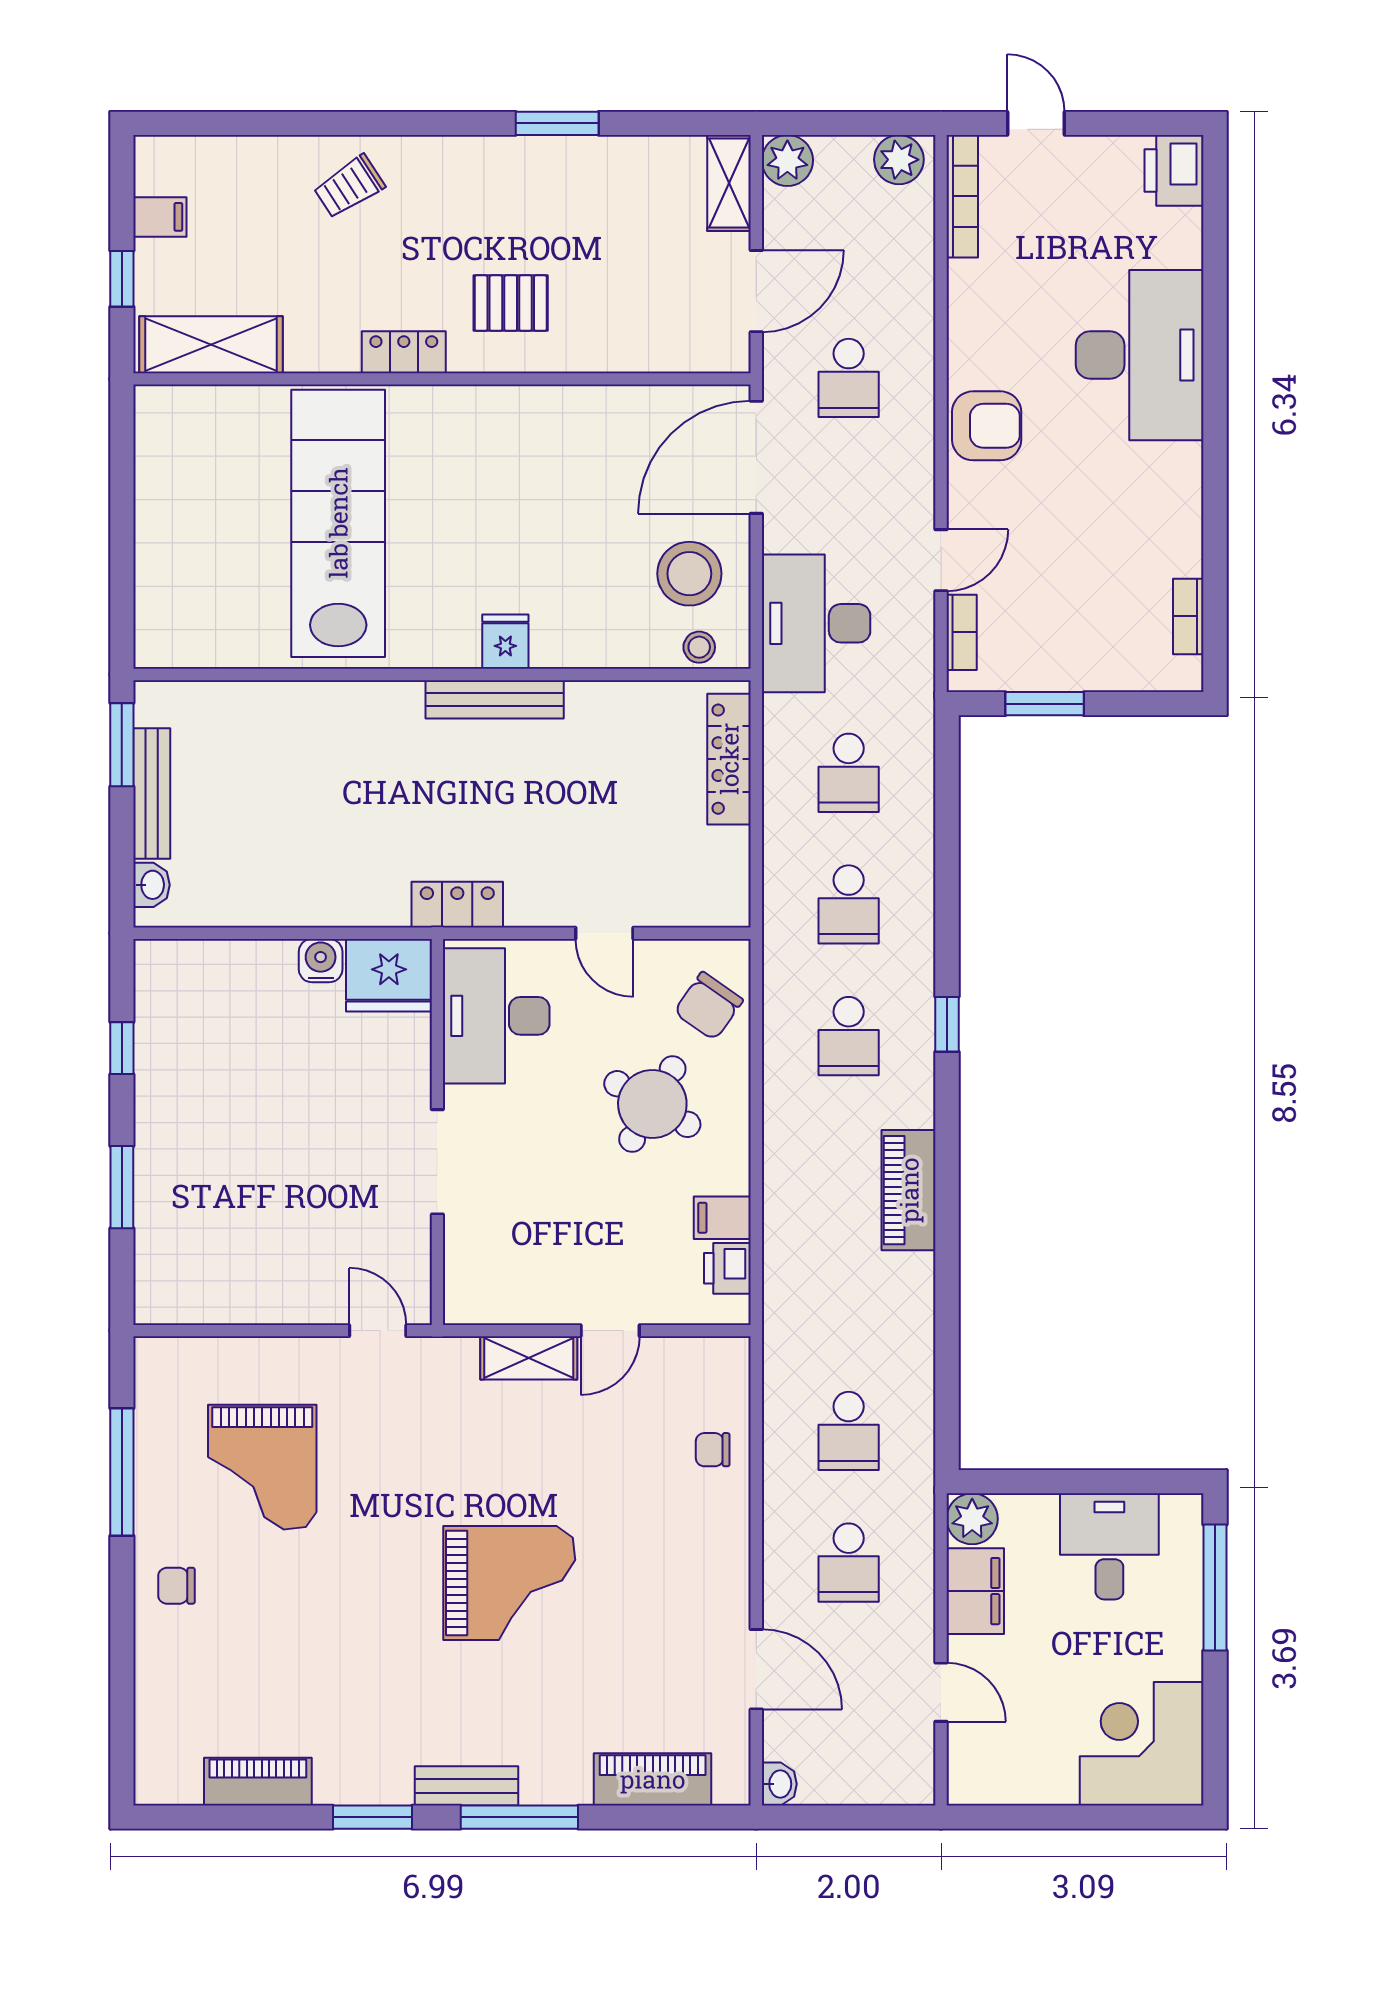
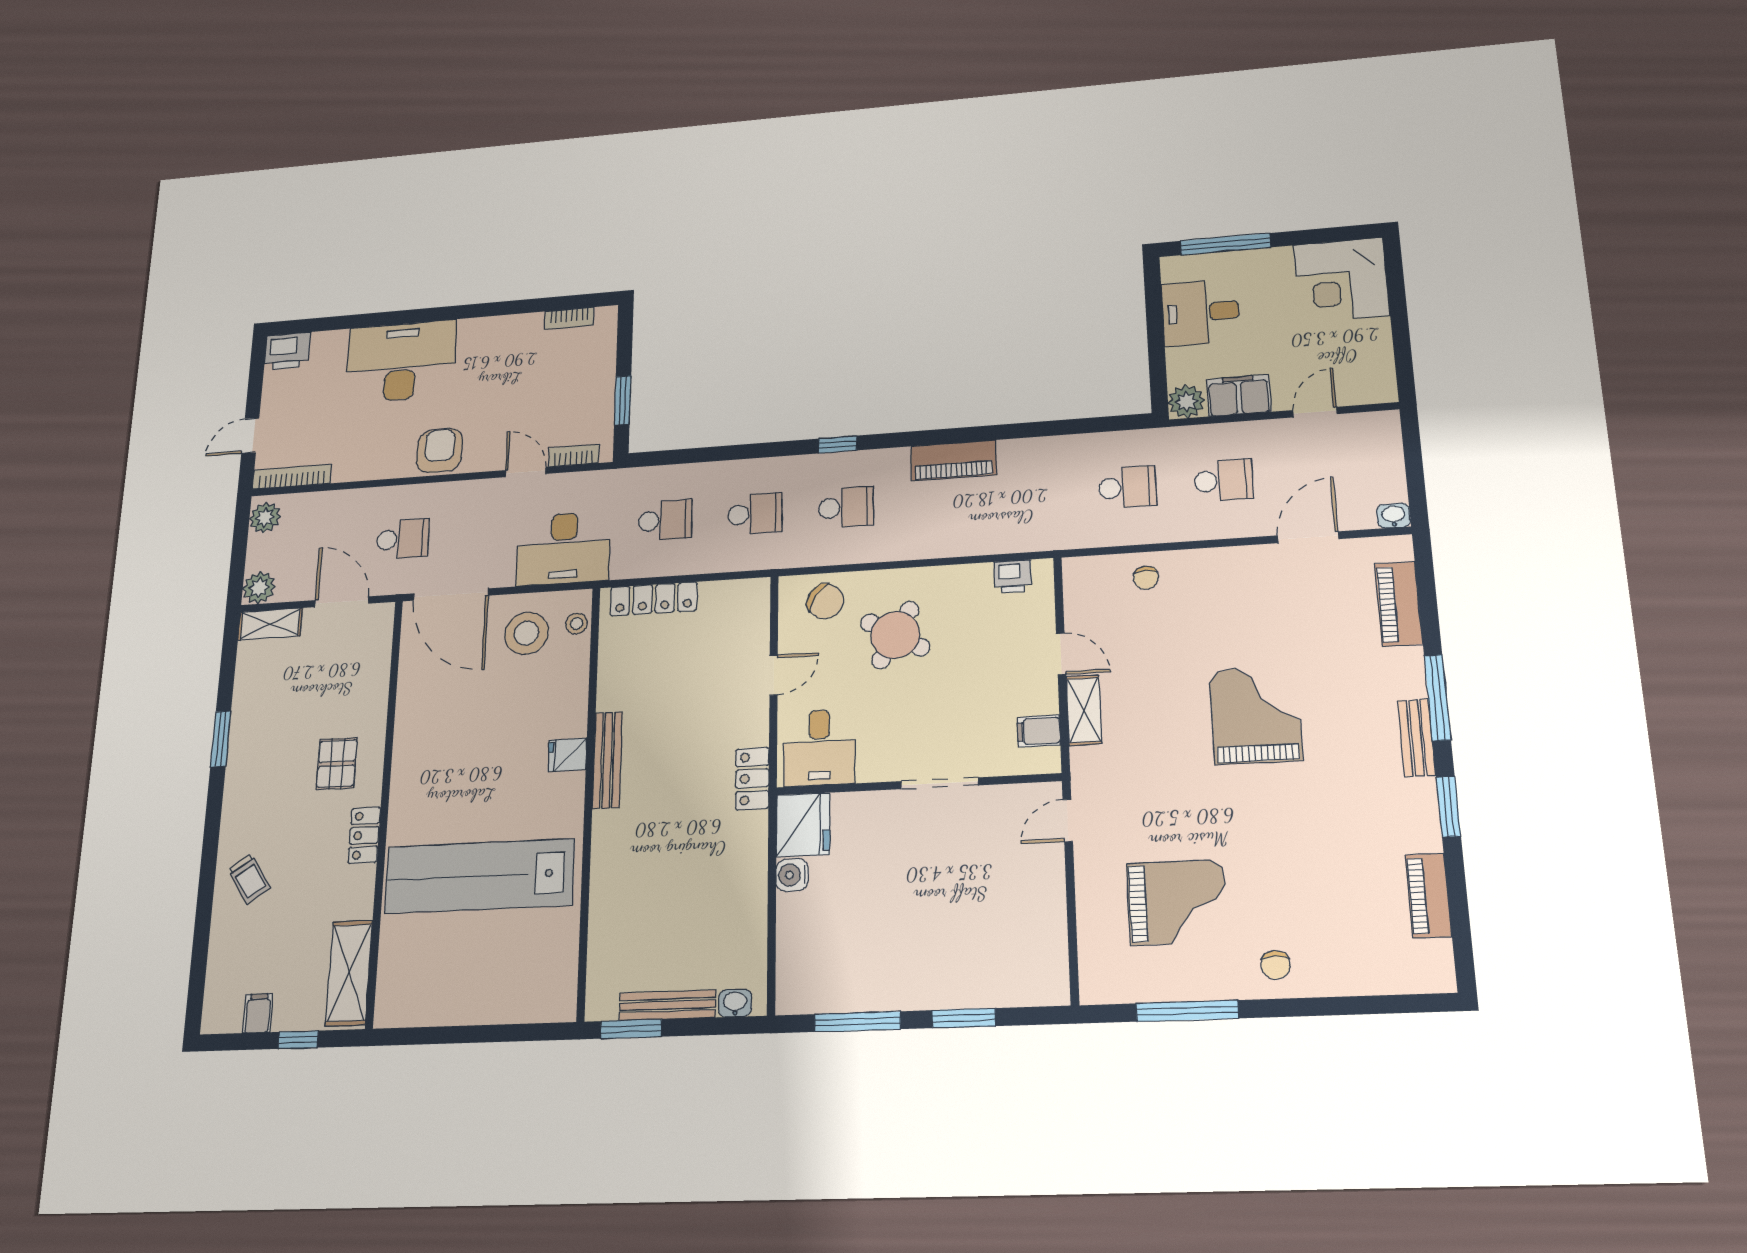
desk: (496, 1016) -> (819, 748), width x0.73
window: (122, 1048) -> (858, 1022), width x2.17
filing cabinet: (722, 1218) -> (1039, 731), moved, turned 90

